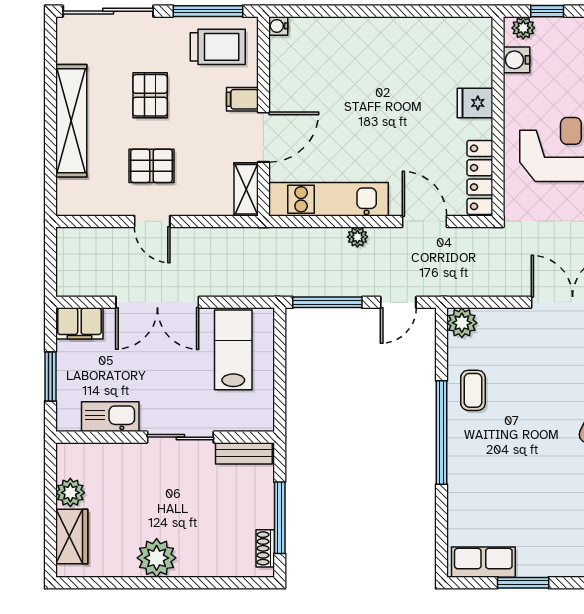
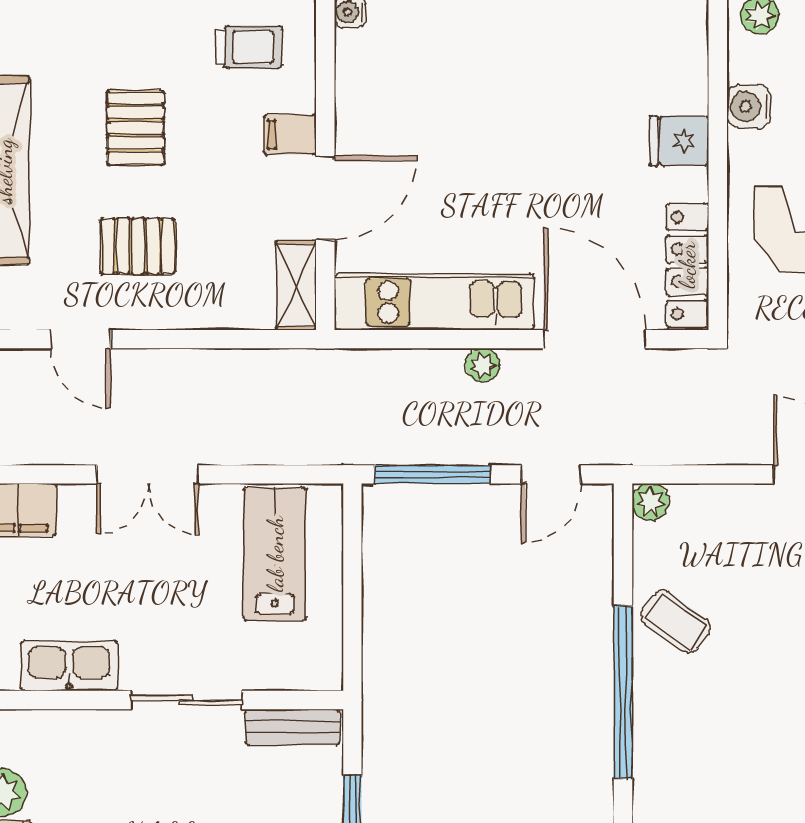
trolley: (218, 47) -> (249, 47), width x0.73, depth x0.72
water cooler: (517, 60) -> (749, 106), moved
door: (152, 221) -> (81, 339), moved
door: (425, 221) -> (595, 339), width x1.36
double door: (157, 302) -> (148, 474), width x0.73
plant: (462, 323) -> (650, 502), width x0.73, depth x0.73
coffee table: (473, 390) -> (676, 622), turned -54

